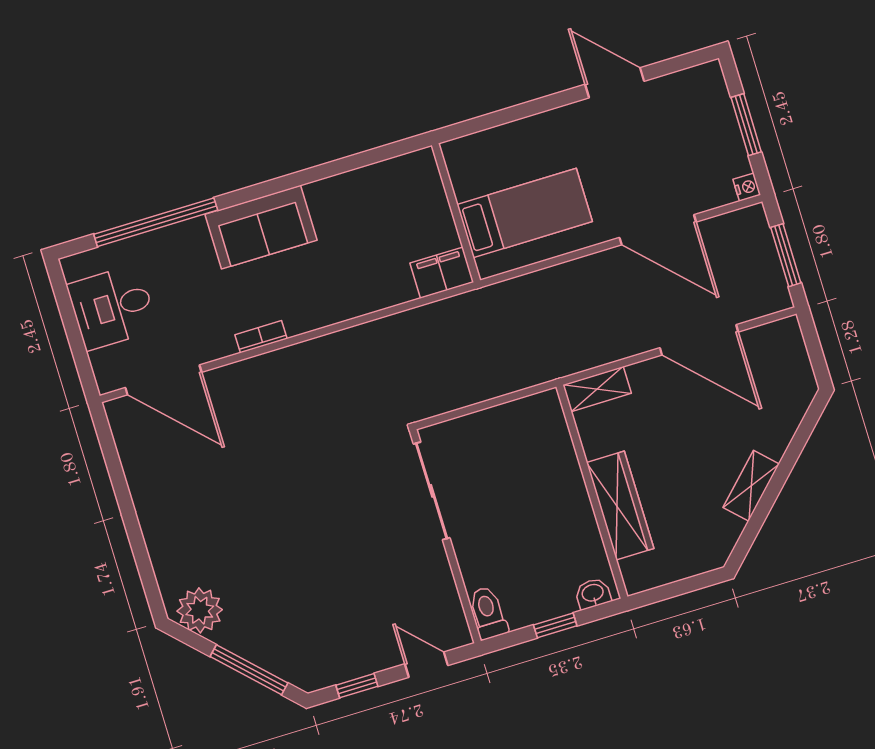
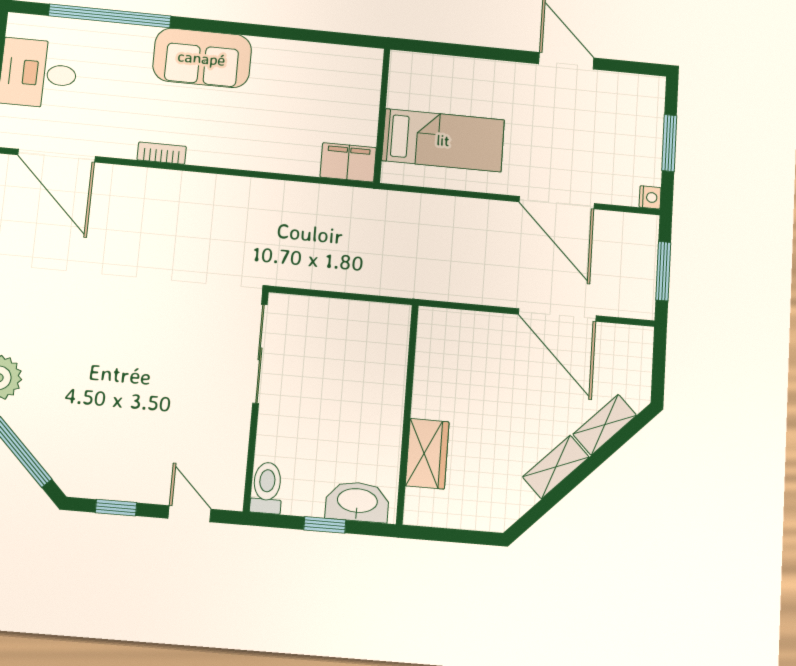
shelving: (597, 389) -> (605, 425), moved, turned -45
wardrobe: (620, 505) -> (427, 454), width x0.67
washbasin: (593, 593) -> (357, 502), width x1.91, depth x1.45

